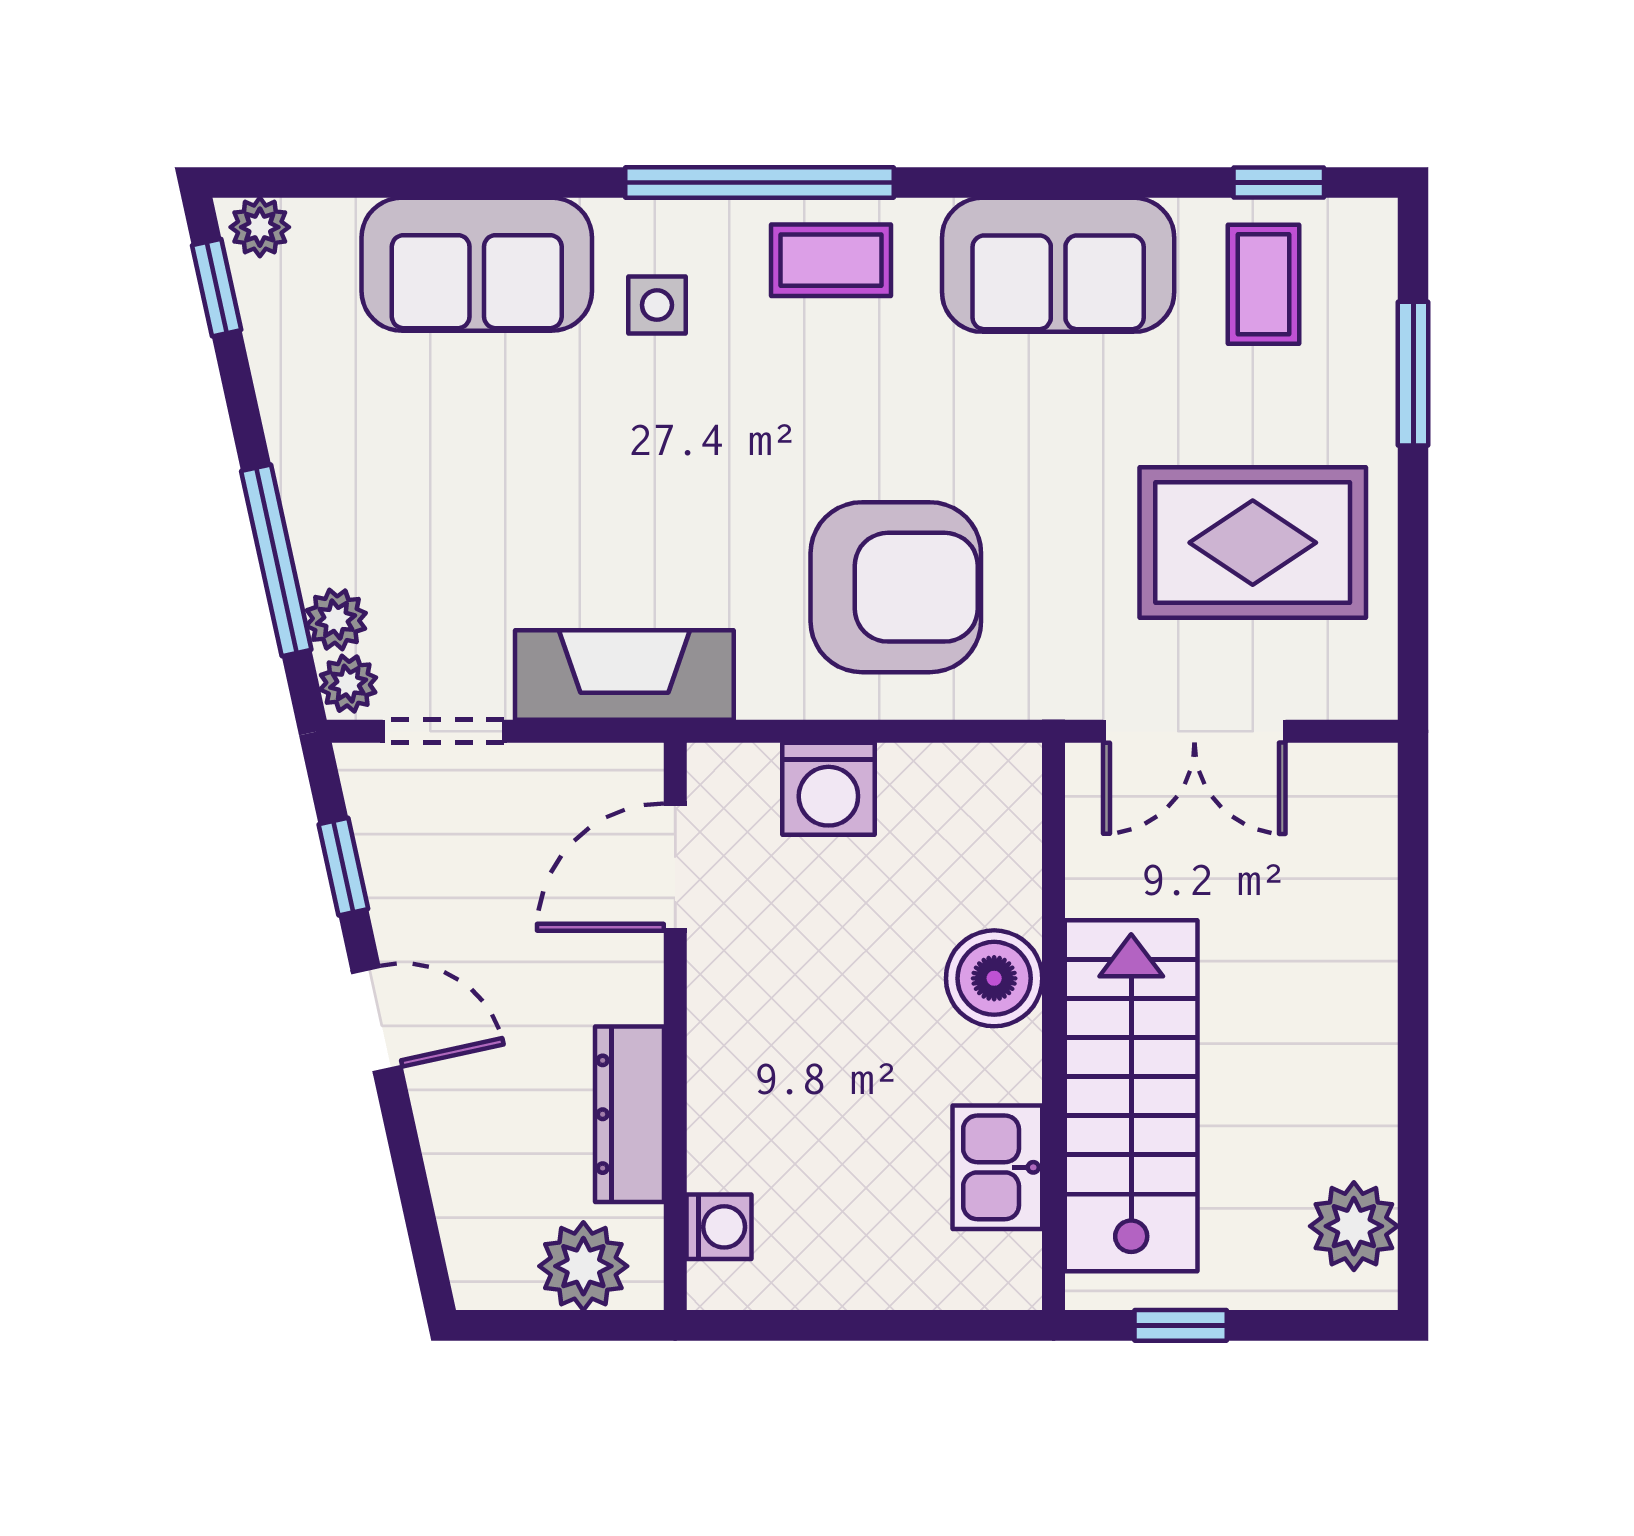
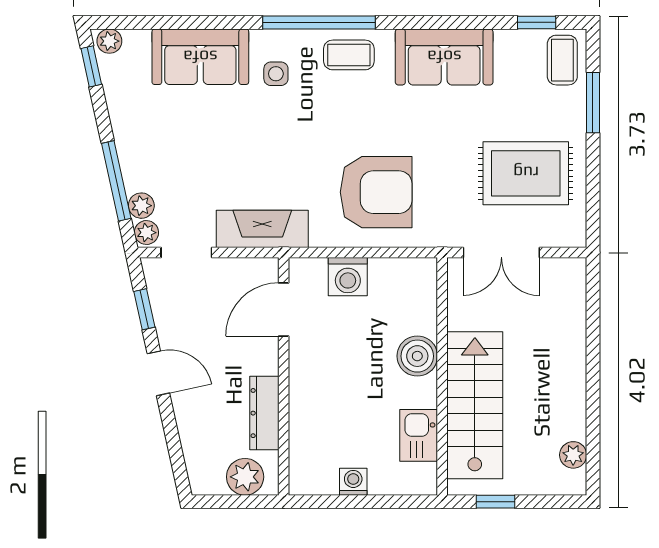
coffee table: (1264, 284) -> (562, 60), moved
plant: (1354, 1226) -> (573, 455), width x0.73, depth x0.73
washing machine: (719, 1227) -> (353, 482), moved, turned -90

